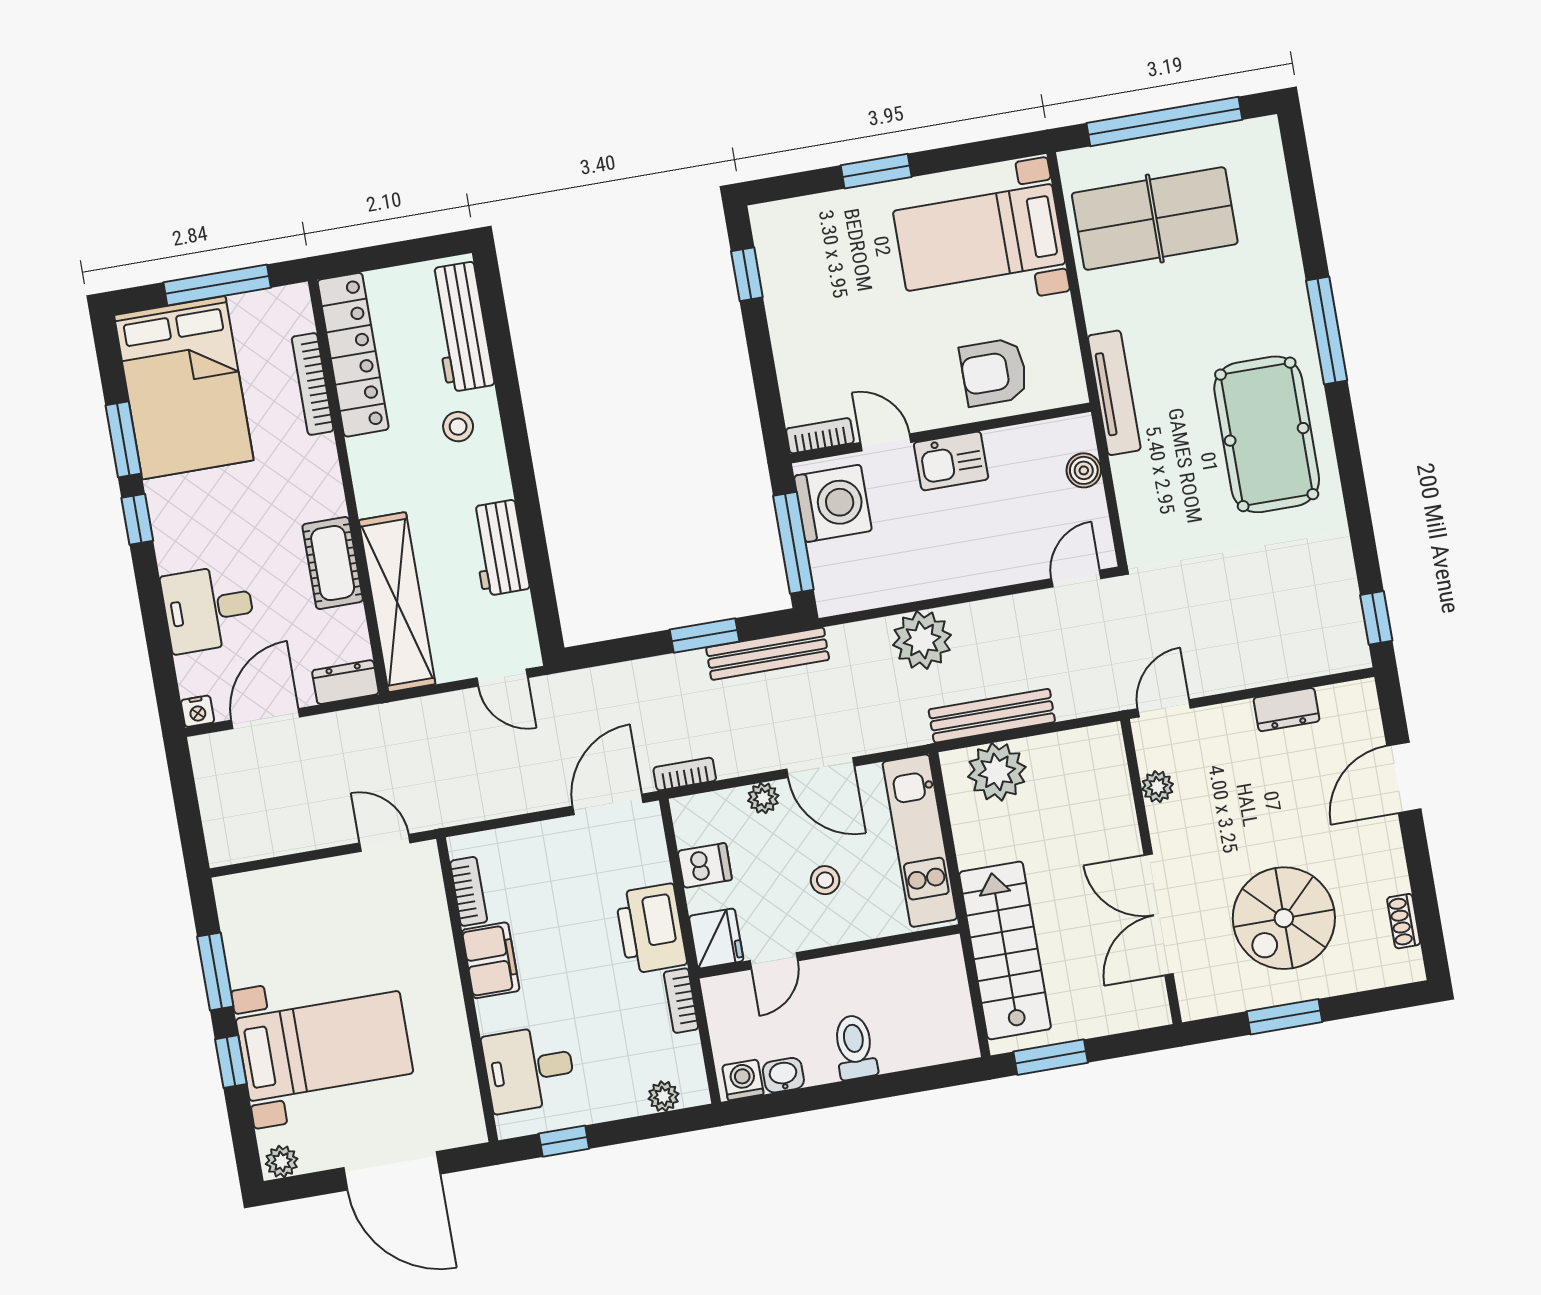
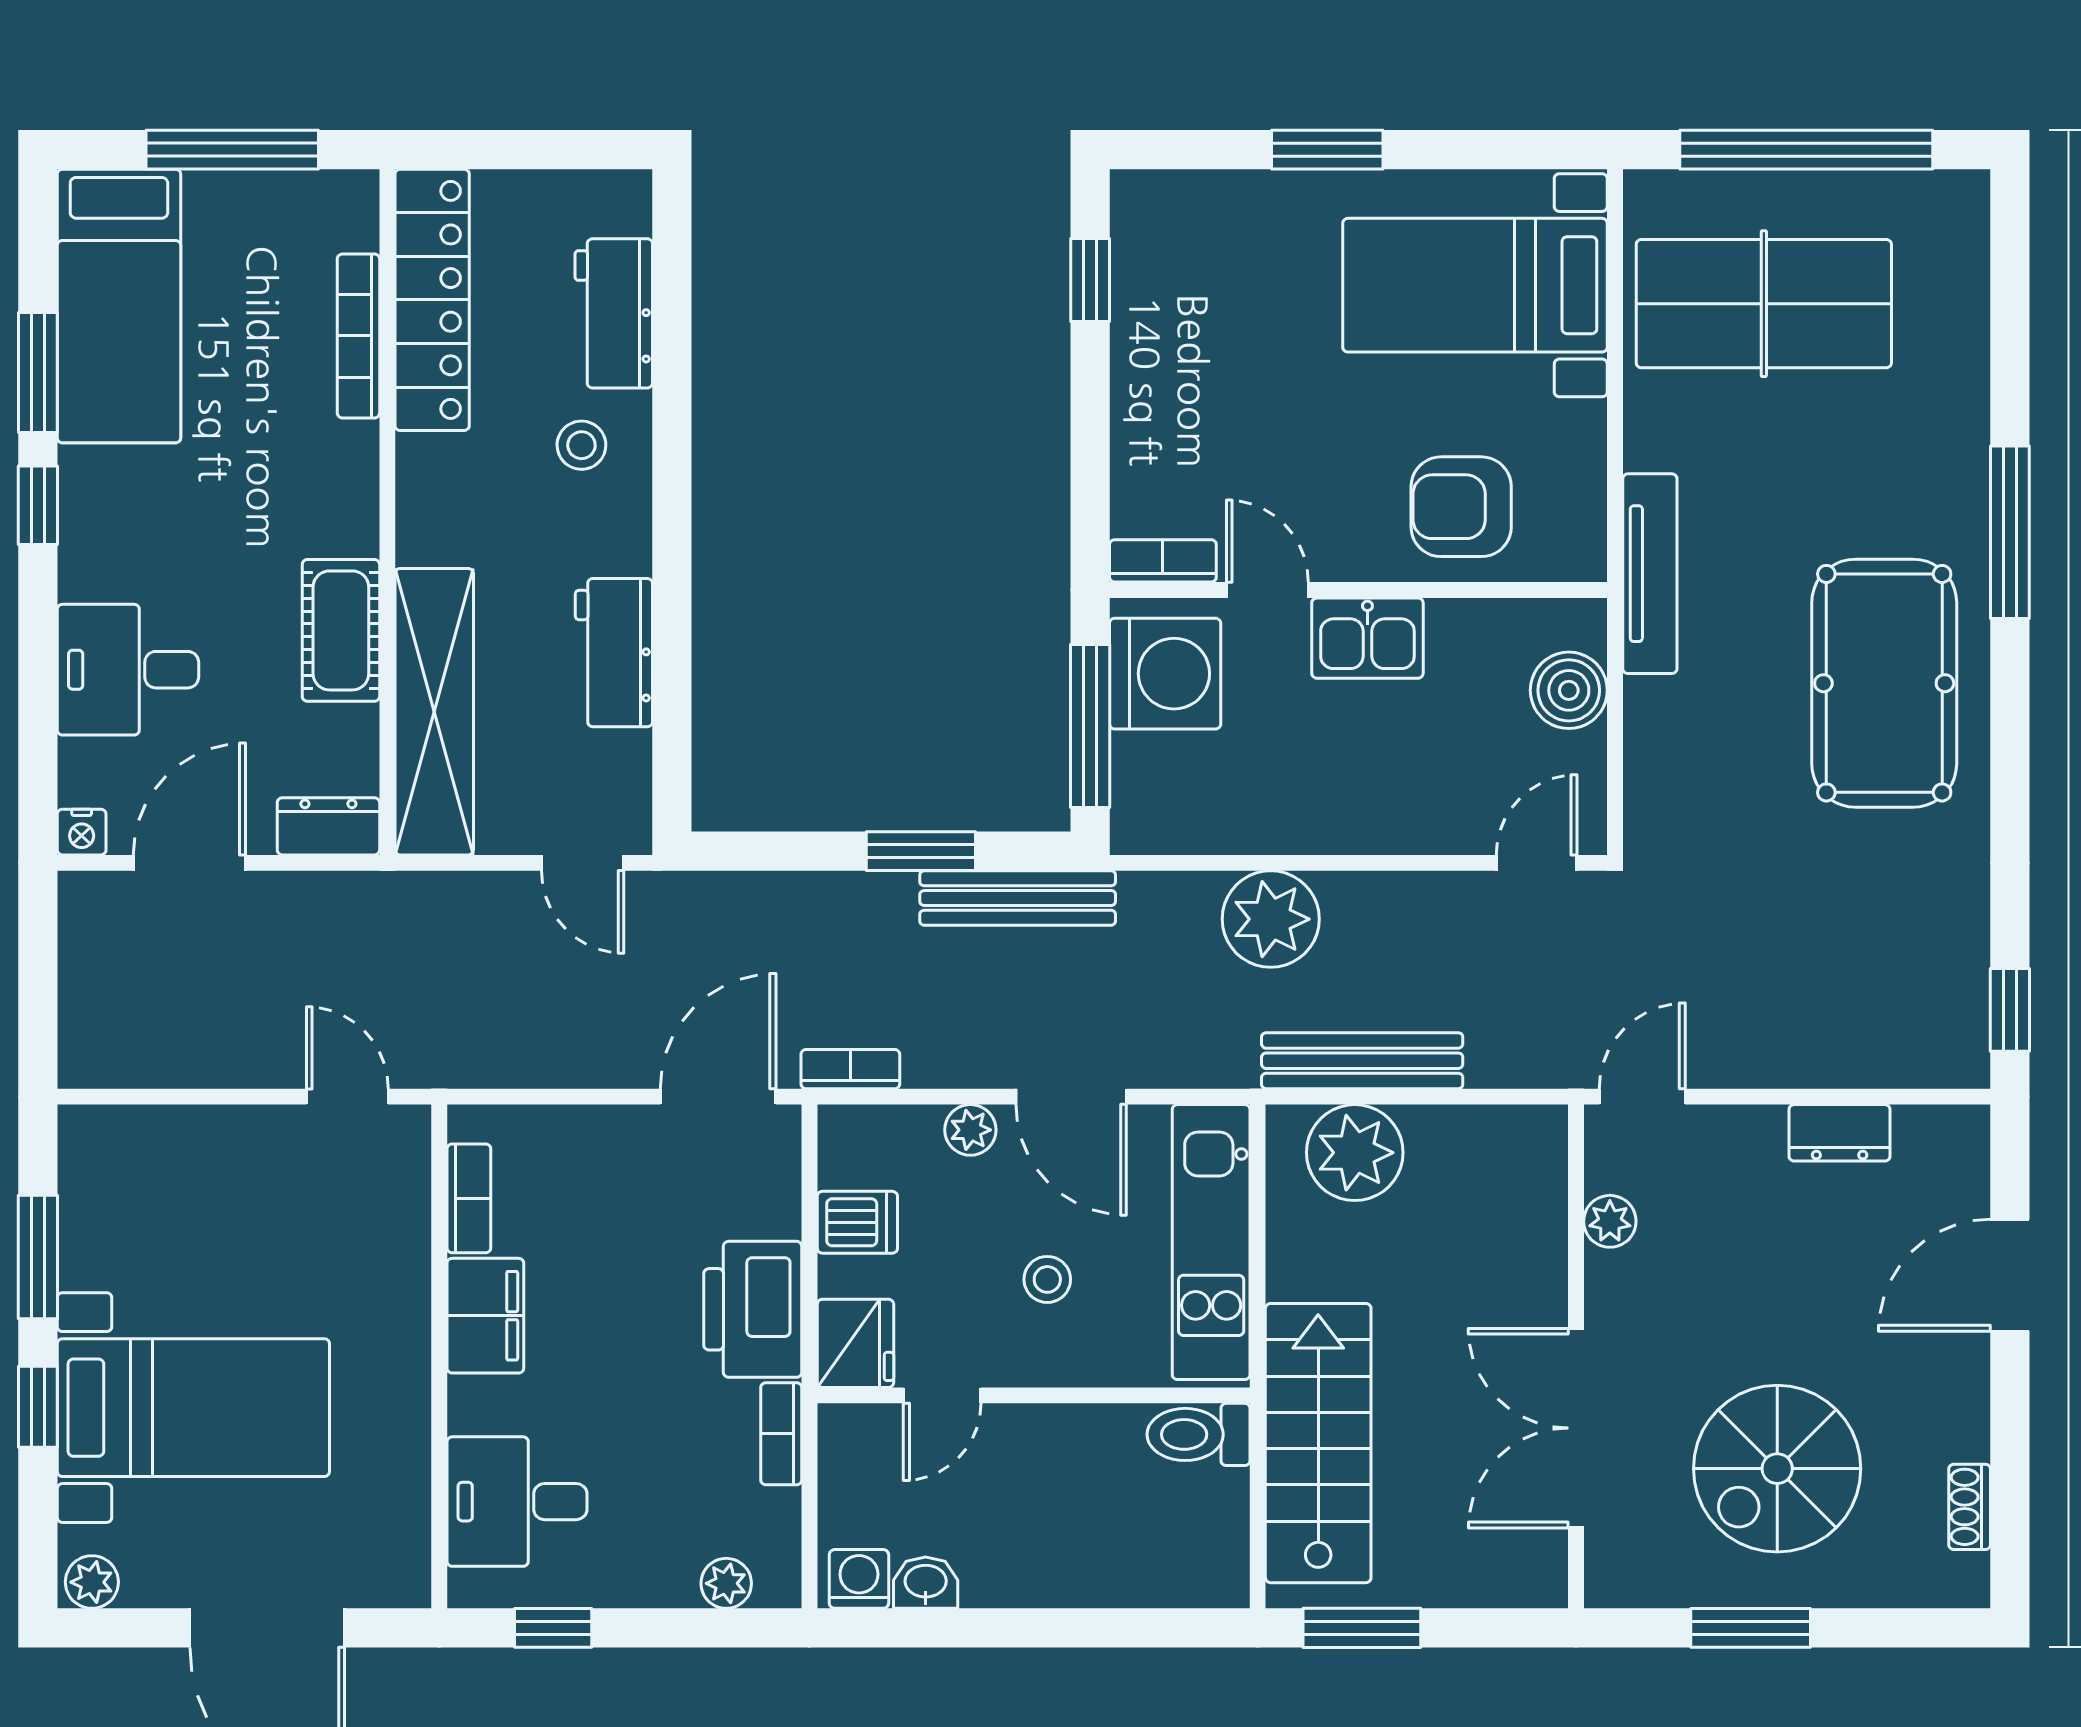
workbench: (461, 327) -> (614, 313), width x0.73
bed: (184, 388) -> (119, 306), width x0.67
boiler: (1084, 470) -> (1569, 690), width x1.36, depth x1.36
toilet: (855, 1047) -> (1199, 1434), moved, turned -90

